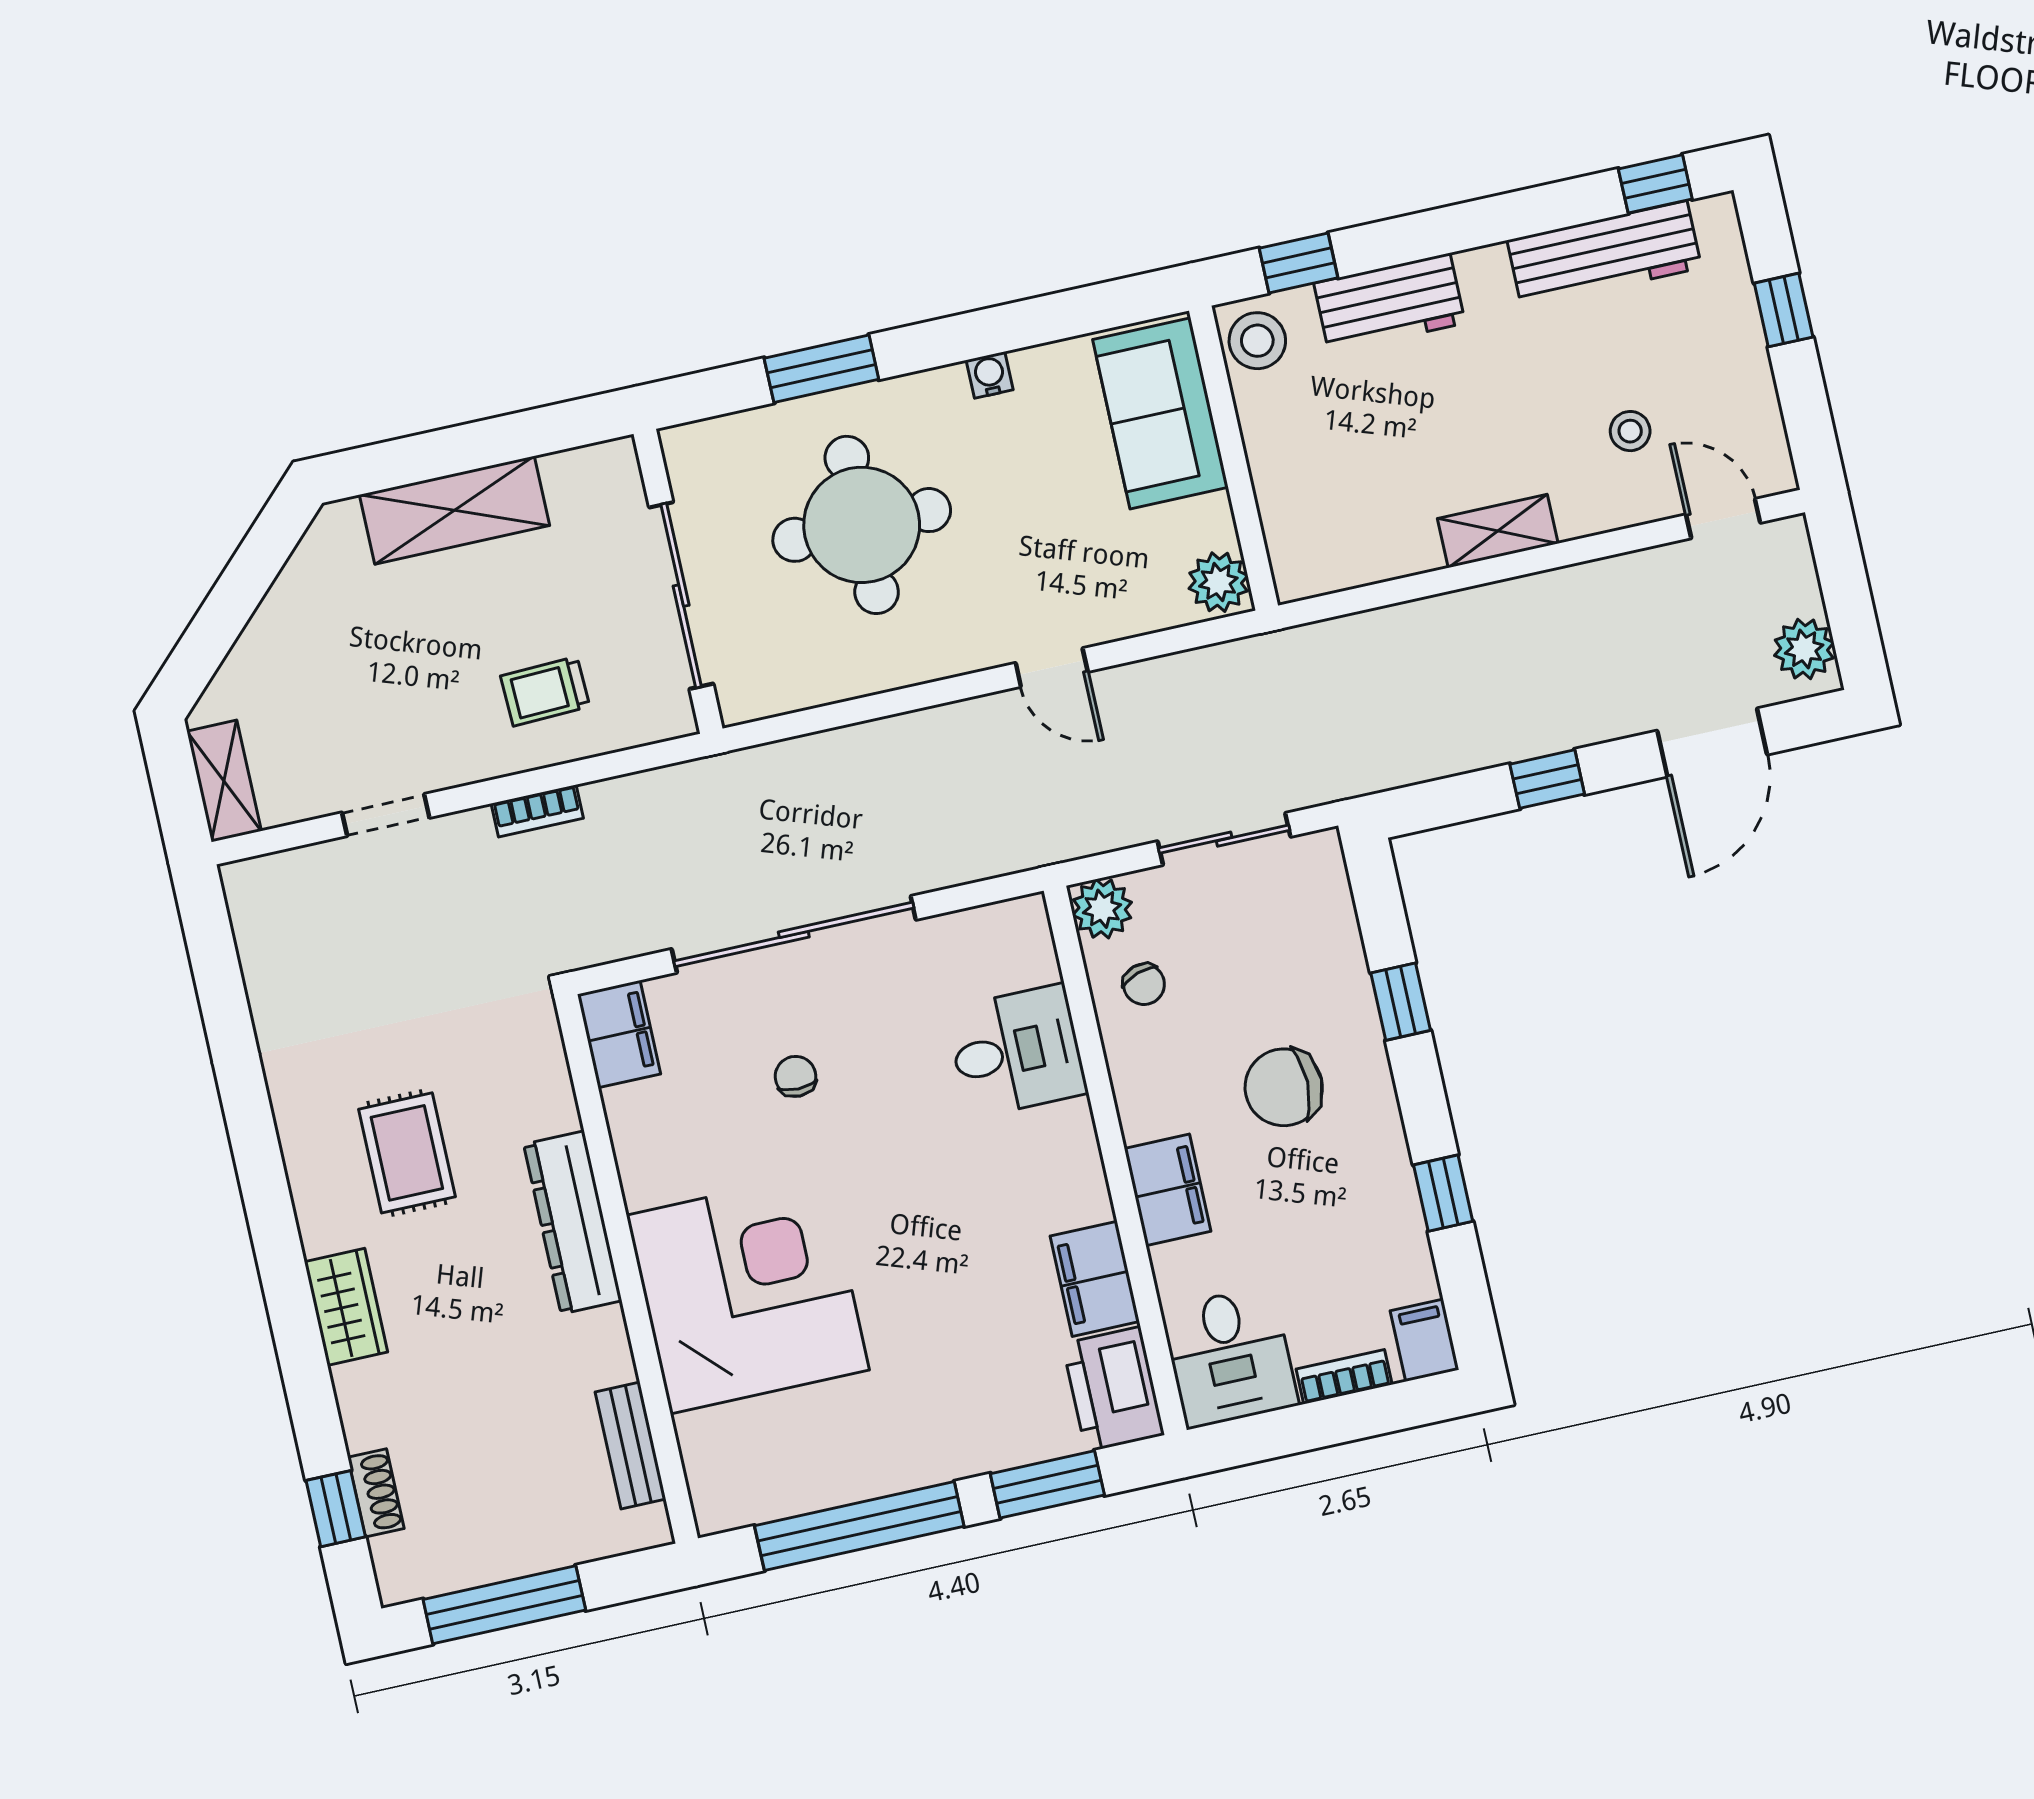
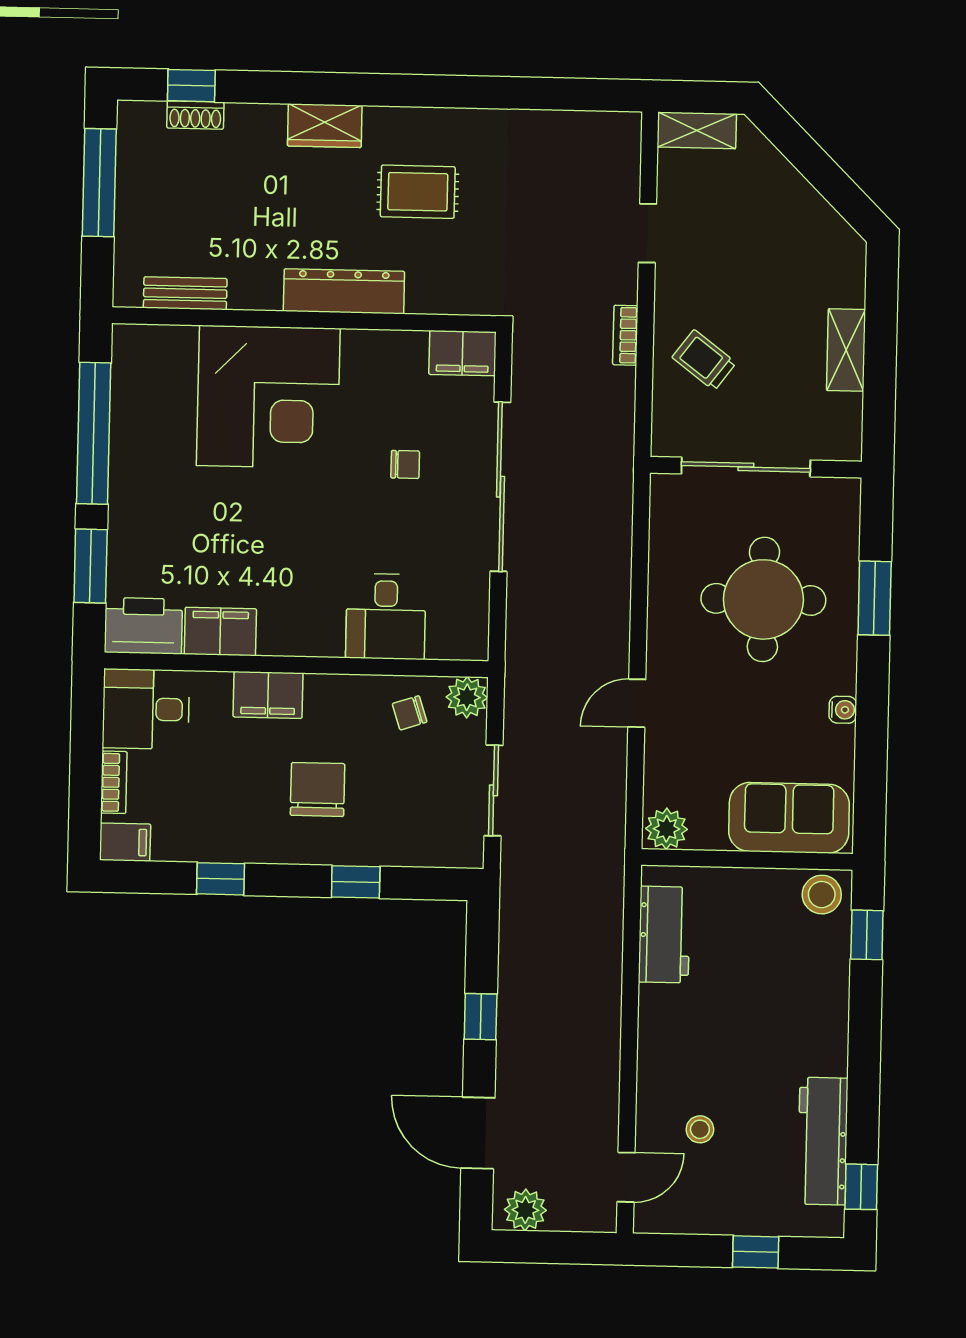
workbench: (1390, 303) -> (664, 935), moved, turned 180
shelving: (455, 510) -> (846, 350), width x0.67, depth x0.75
shelving: (1498, 531) -> (655, 1024), removed
trolley: (545, 691) -> (704, 360), turned -51

